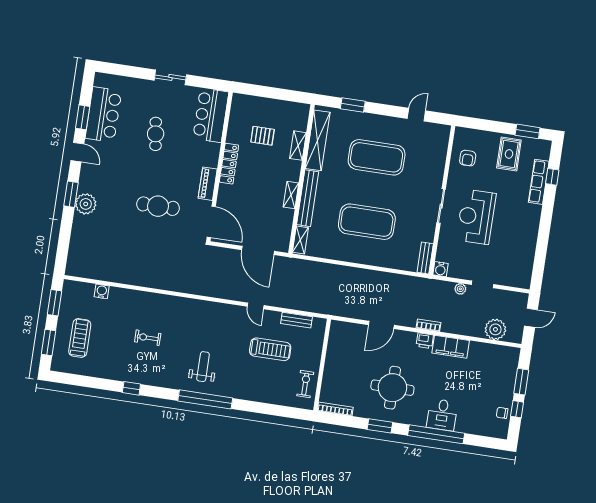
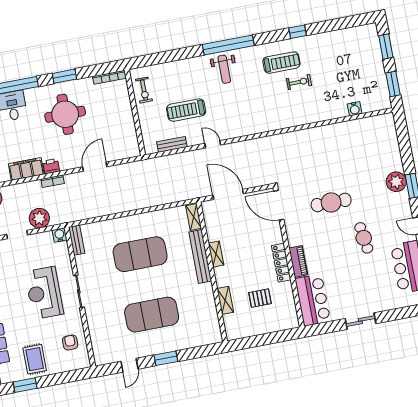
window: (353, 105) -> (166, 358), moved
cafe table: (156, 134) -> (364, 238), moved
shelving: (318, 140) -> (210, 311), removed
piano: (208, 184) -> (298, 261), moved
reception desk: (476, 217) -> (44, 293), turned 180
plant: (460, 289) -> (39, 218), width x1.87, depth x1.87
treadmill: (80, 338) -> (281, 63), moved, turned -90
weight bench: (203, 367) -> (224, 69), moved

